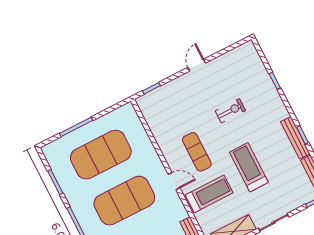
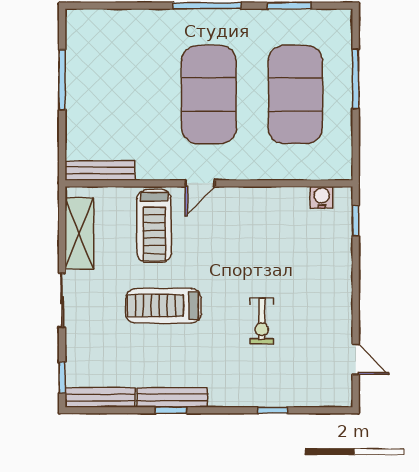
door: (197, 65) -> (356, 359), moved
water cooler: (148, 113) -> (322, 197), added
exercise mat: (197, 152) -> (226, 240), removed
treadmill: (249, 167) -> (164, 306), turned 180

